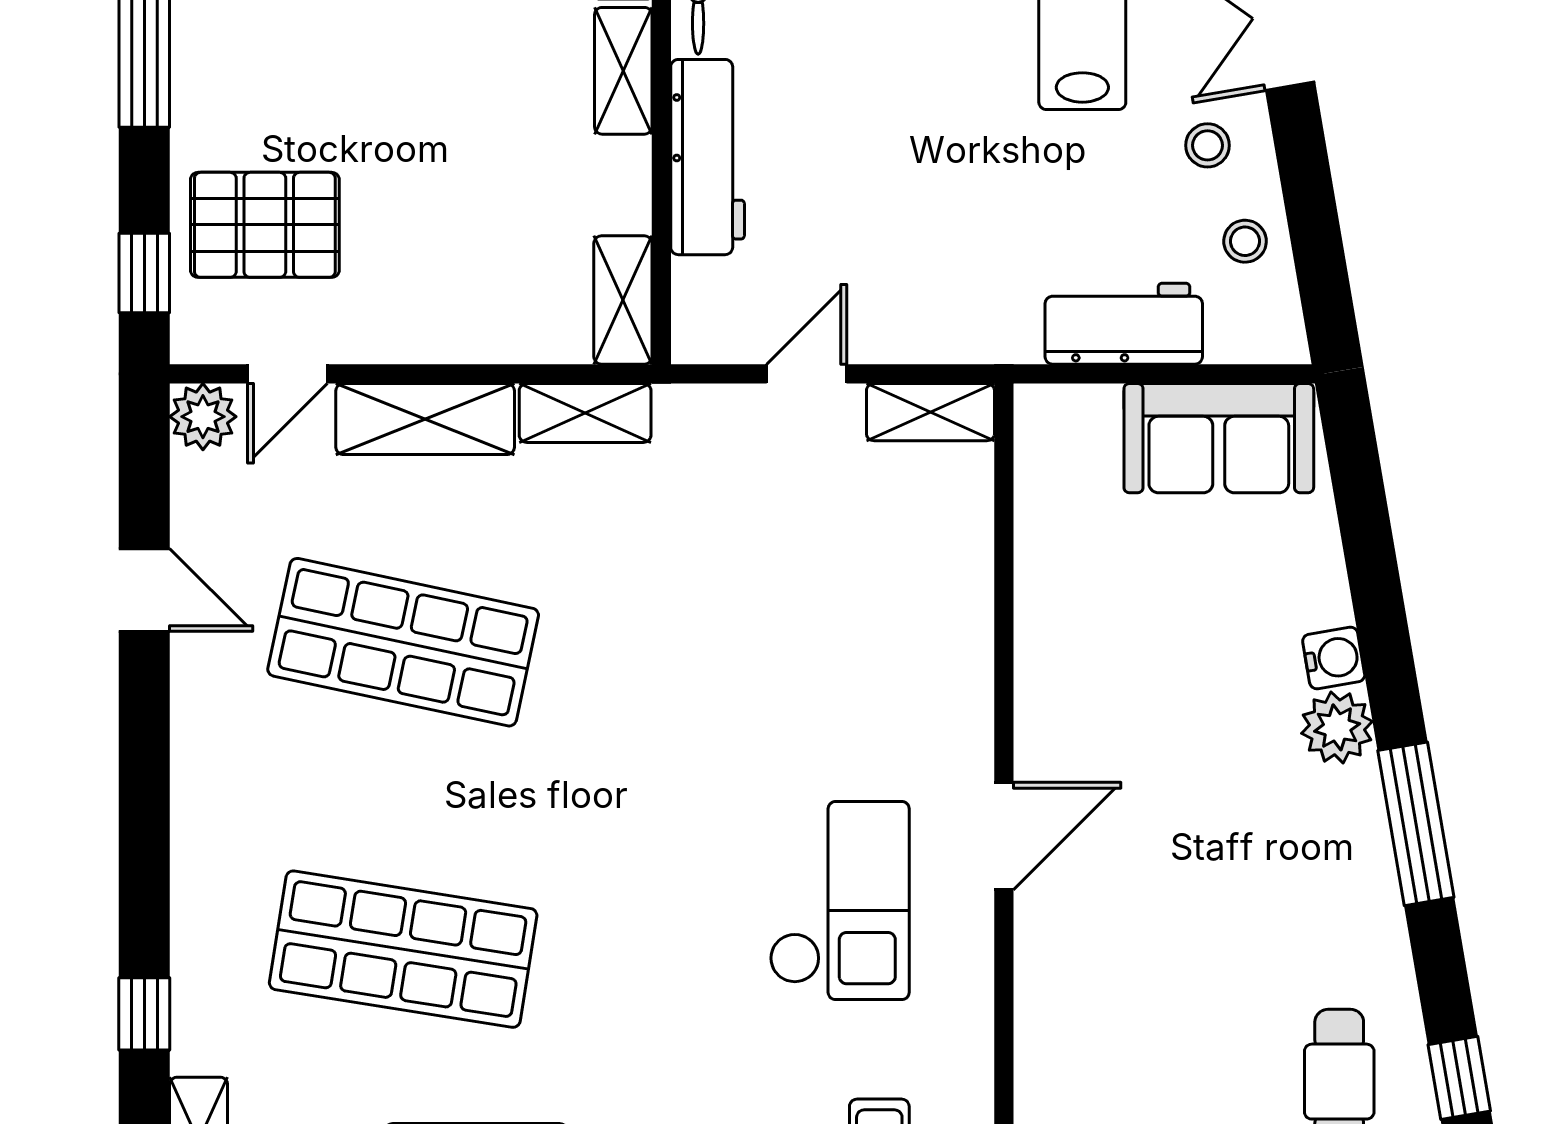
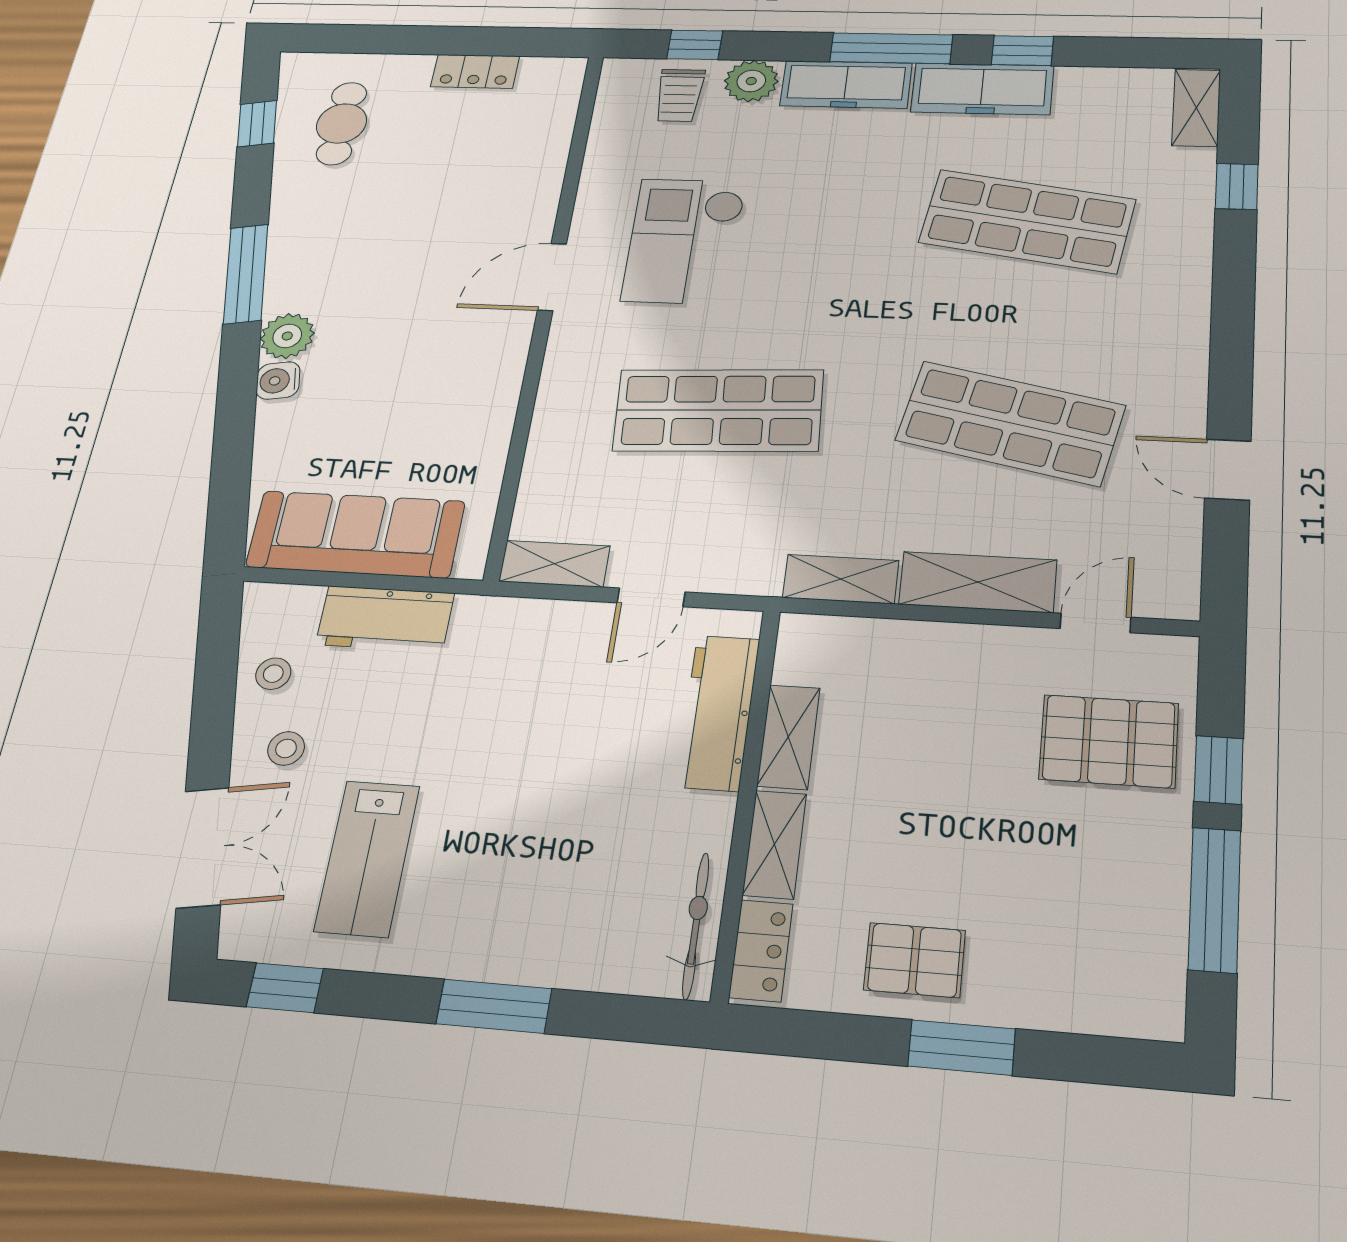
workbench: (708, 157) -> (718, 712), moved
window: (144, 273) -> (1219, 770), moved
shelving: (623, 300) -> (788, 737), moved
plant: (203, 417) -> (1172, 595), removed
sofa: (1219, 438) -> (355, 534), width x1.36
shop shelf: (761, 642) -> (718, 410), added

